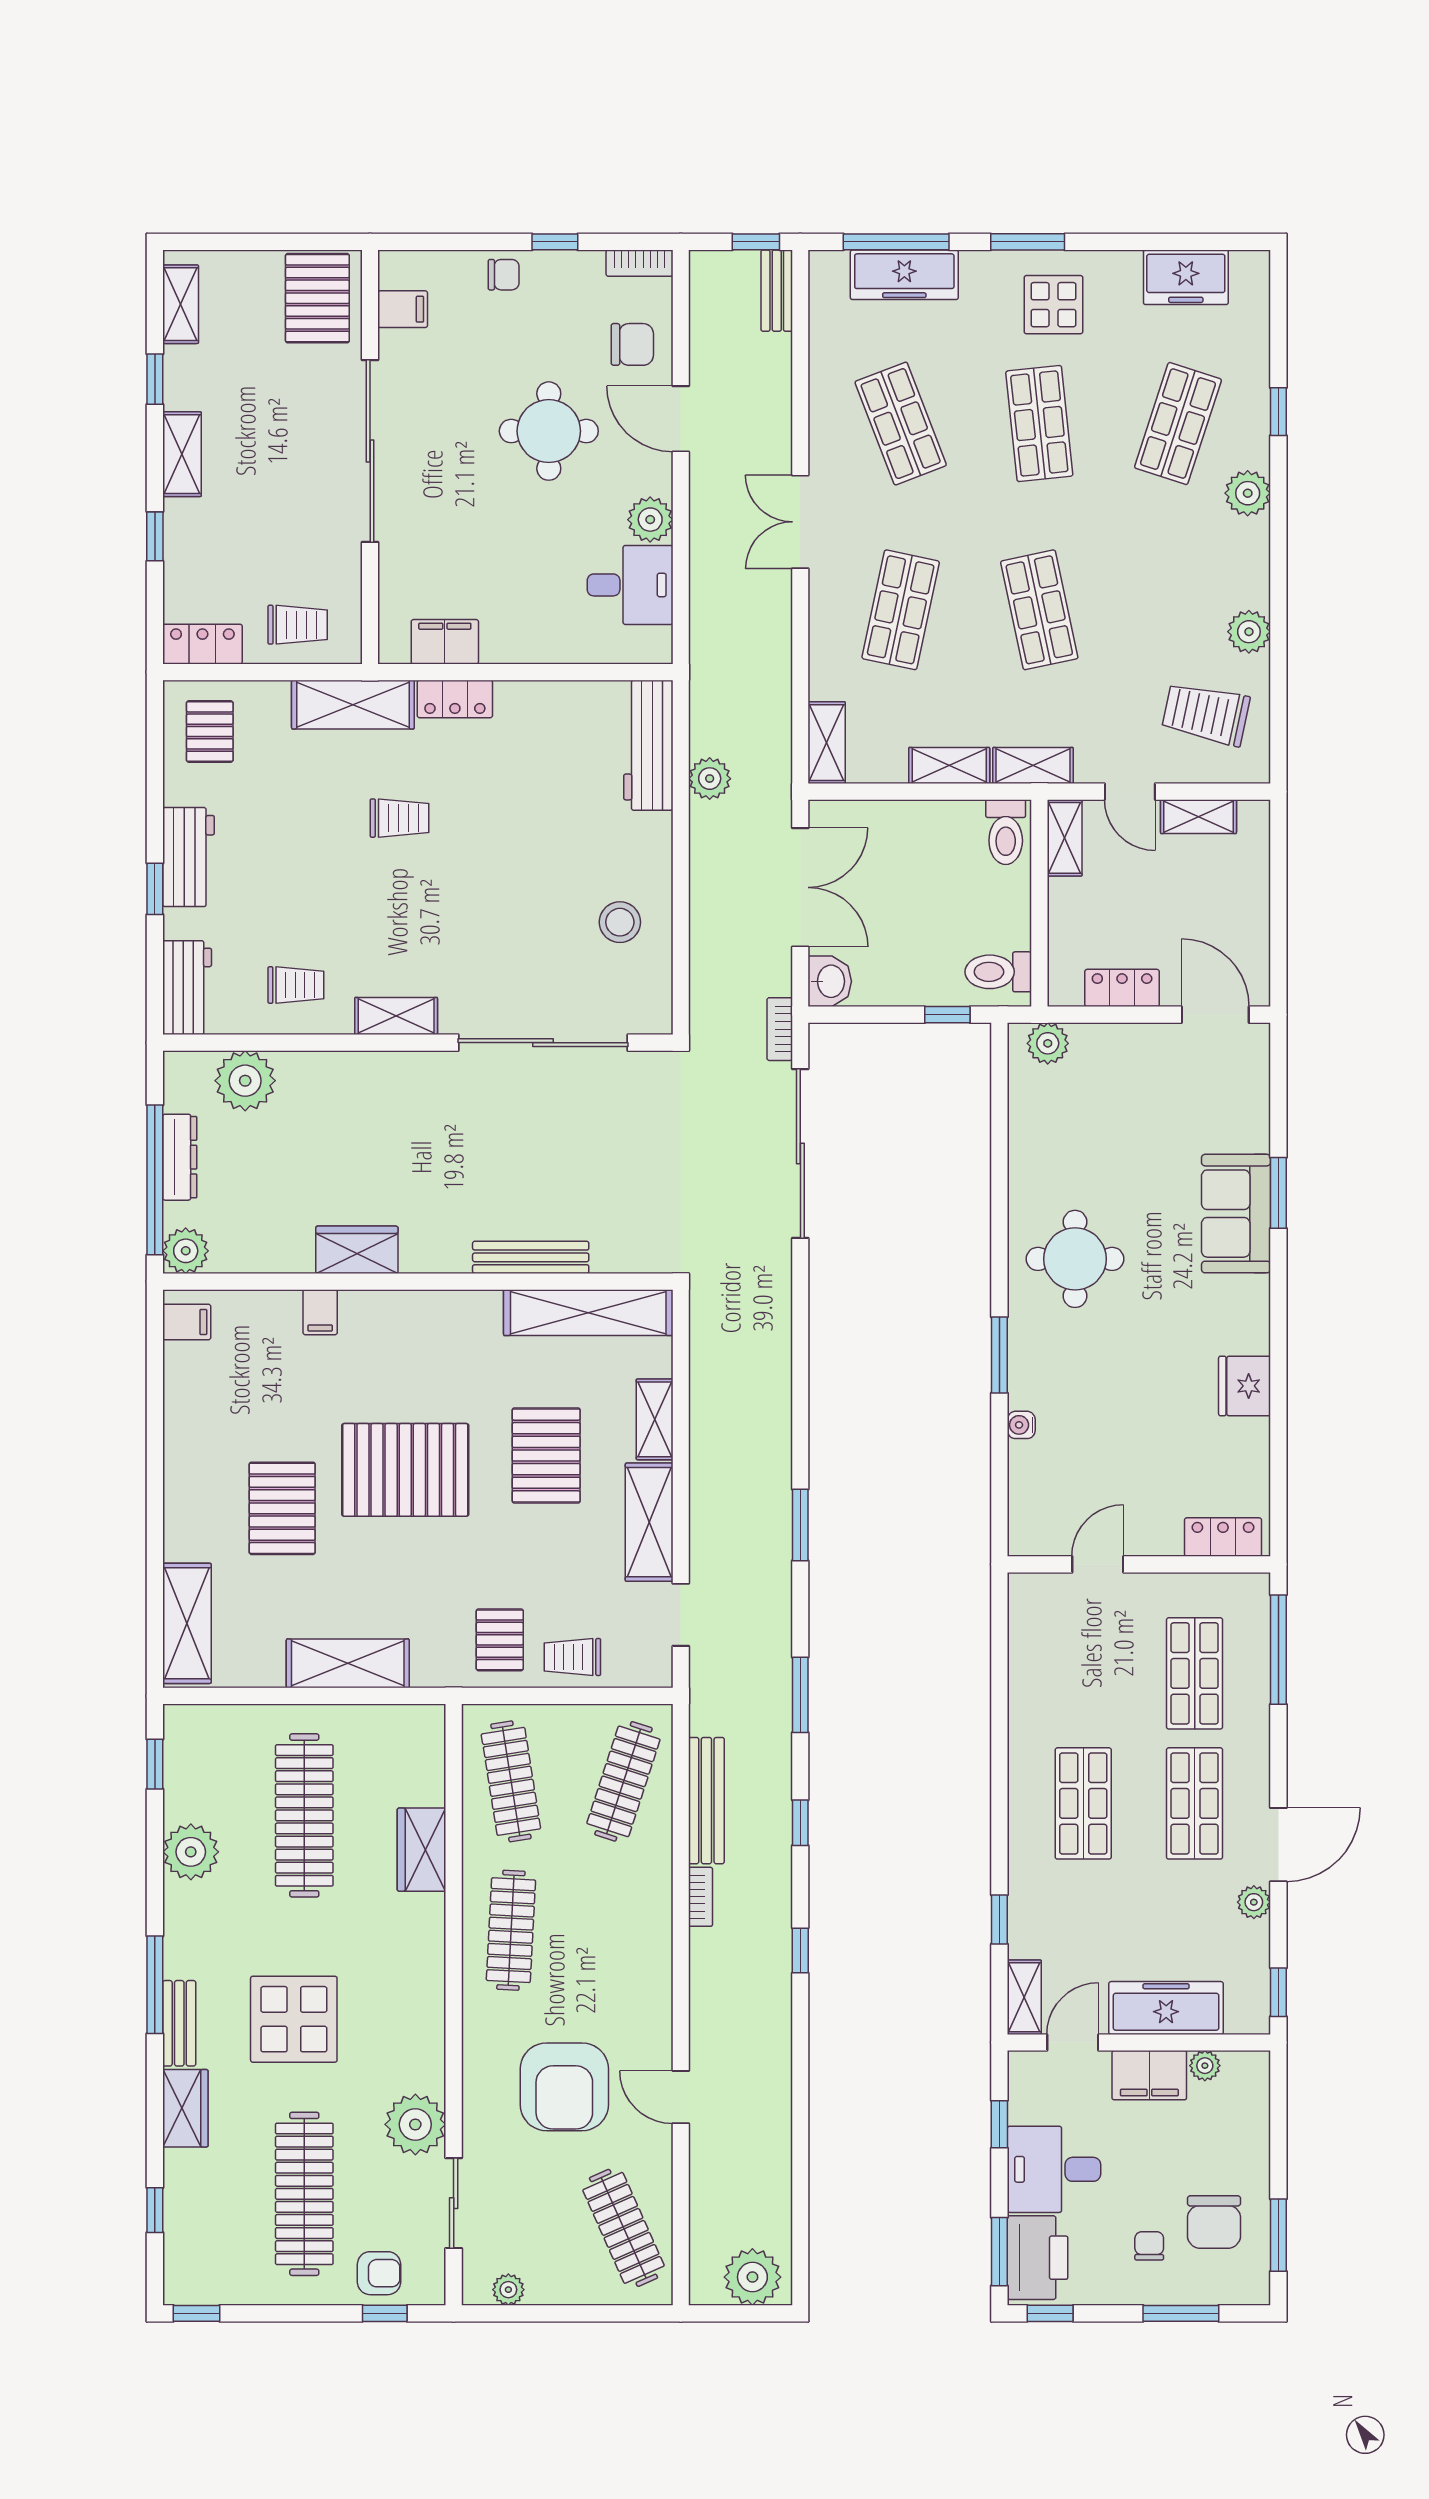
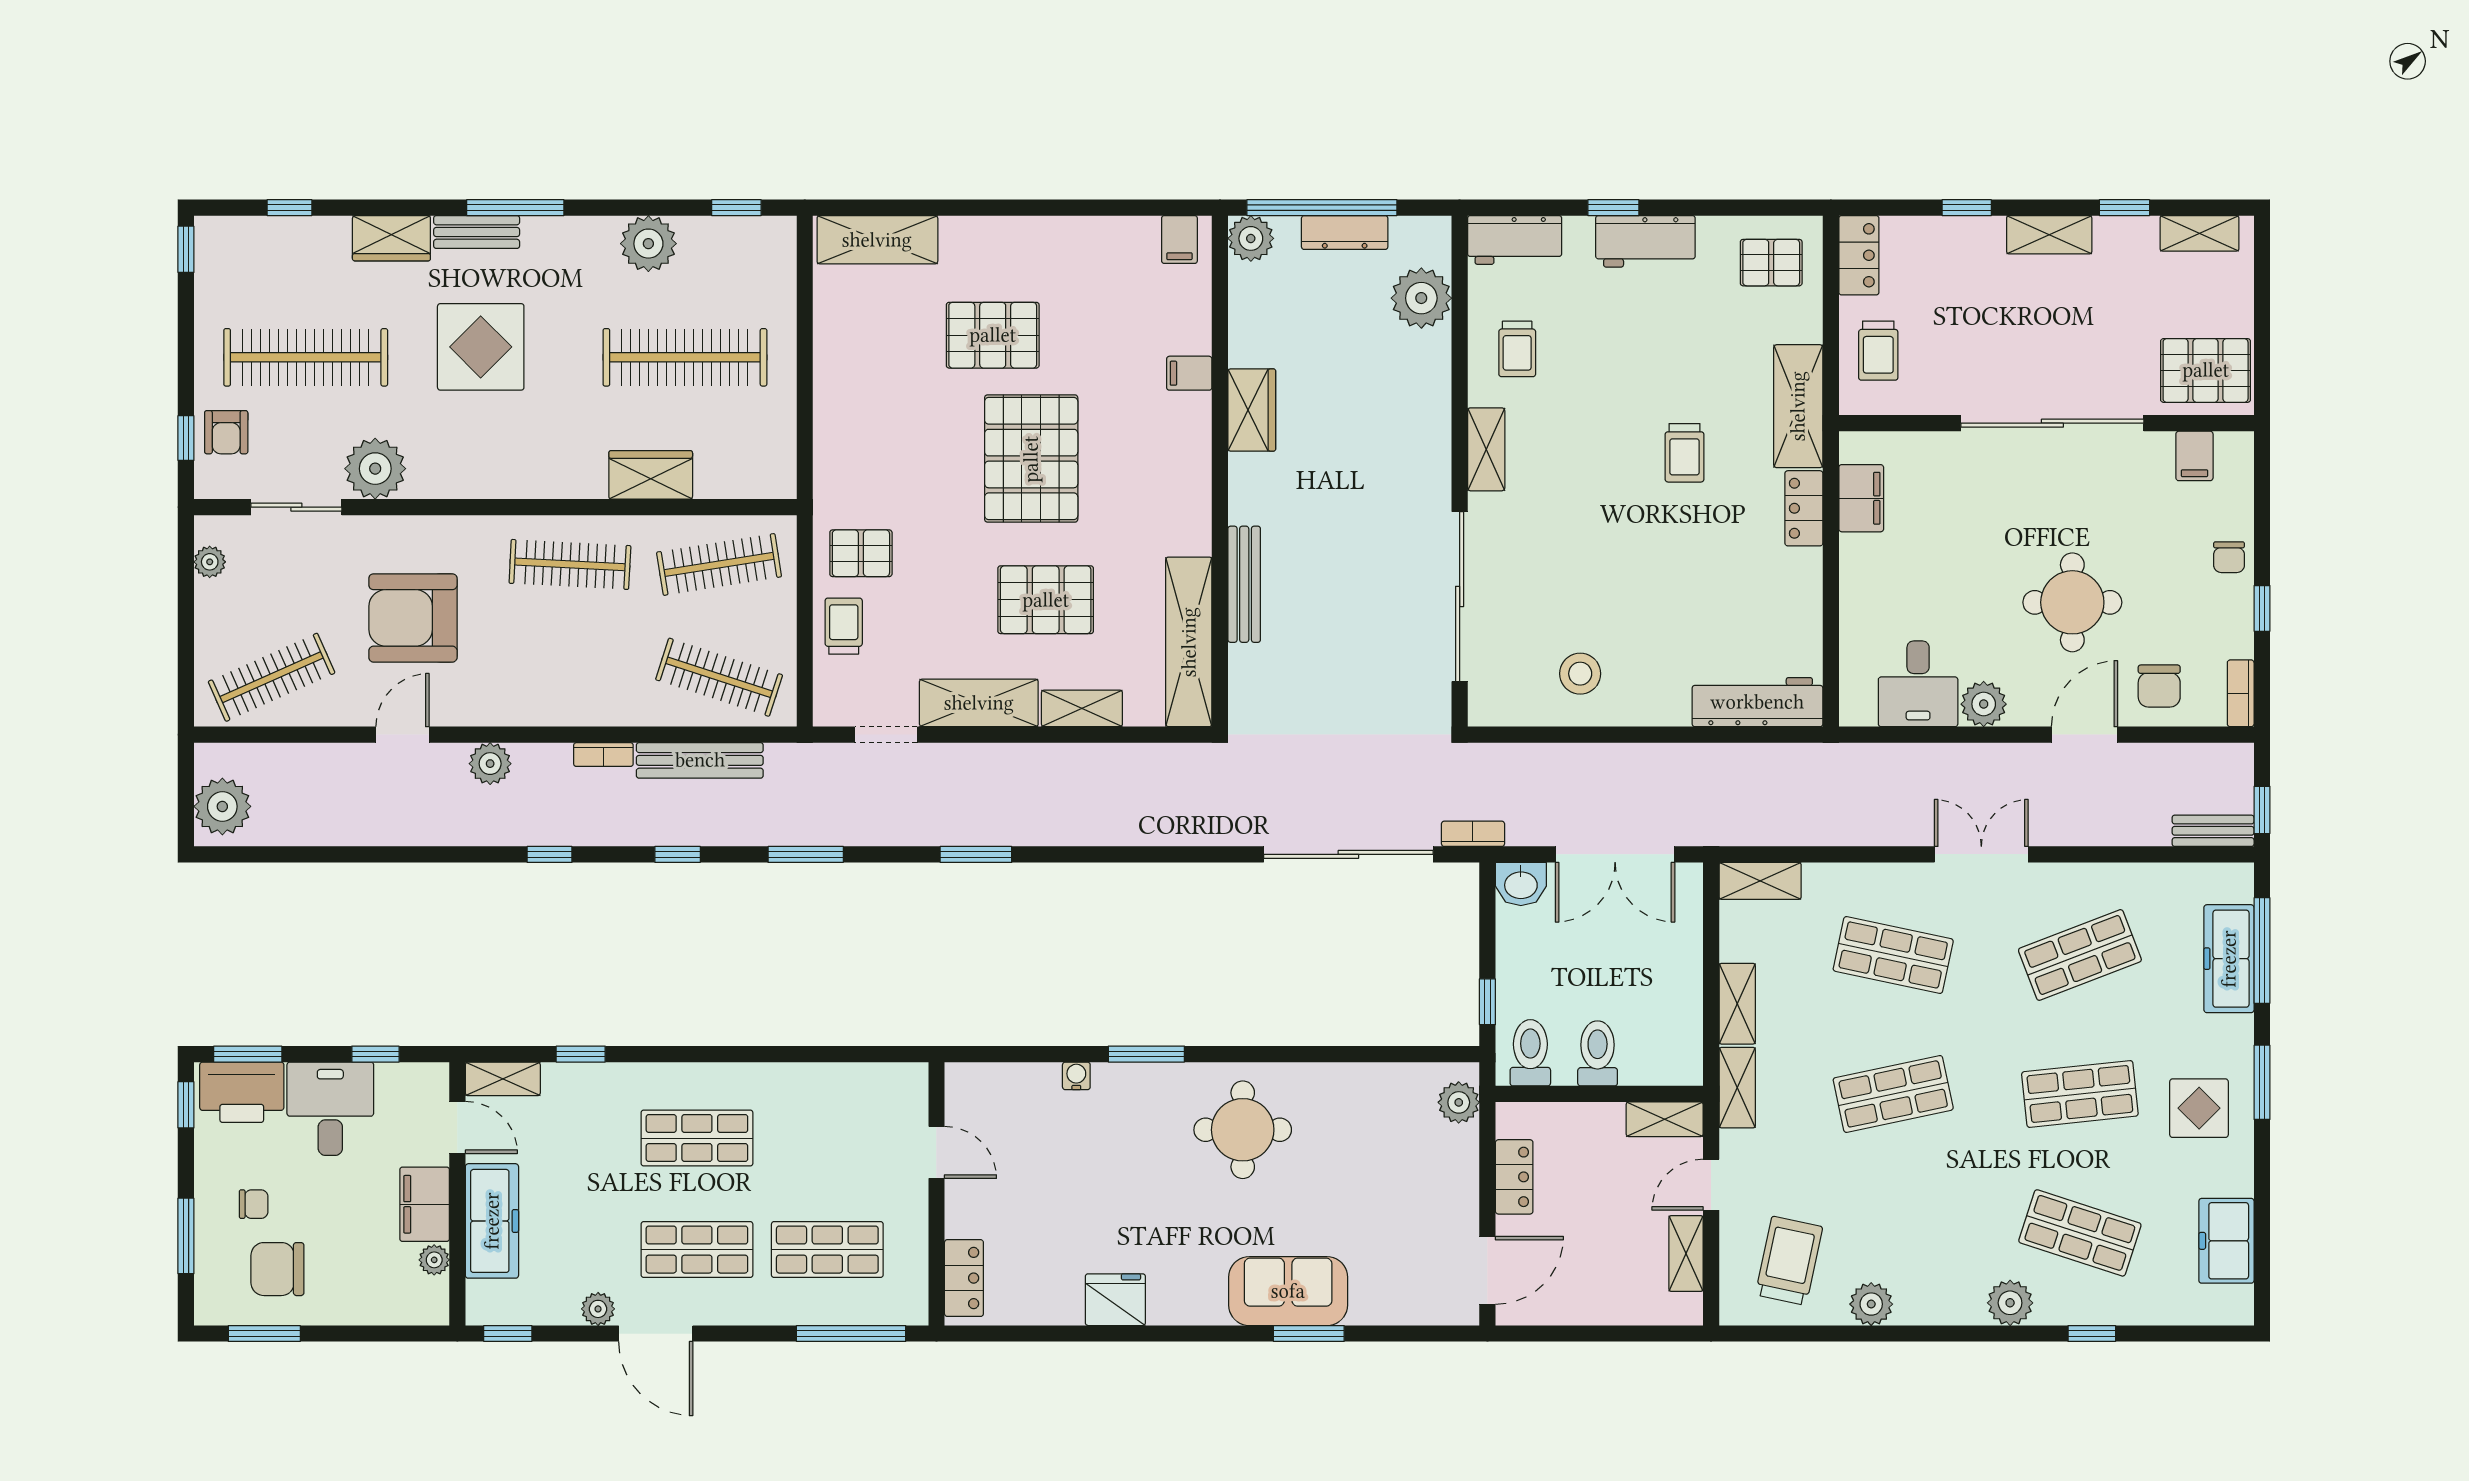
plant: (710, 779) -> (490, 764), moved
toilet: (1006, 832) -> (1598, 1053), moved, turned 90
shelving: (348, 1663) -> (837, 401), removed

